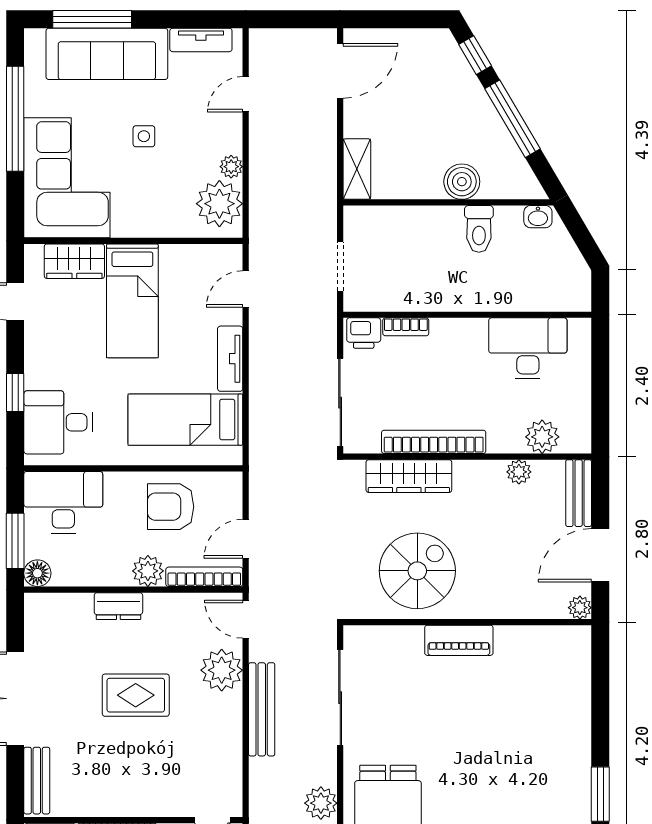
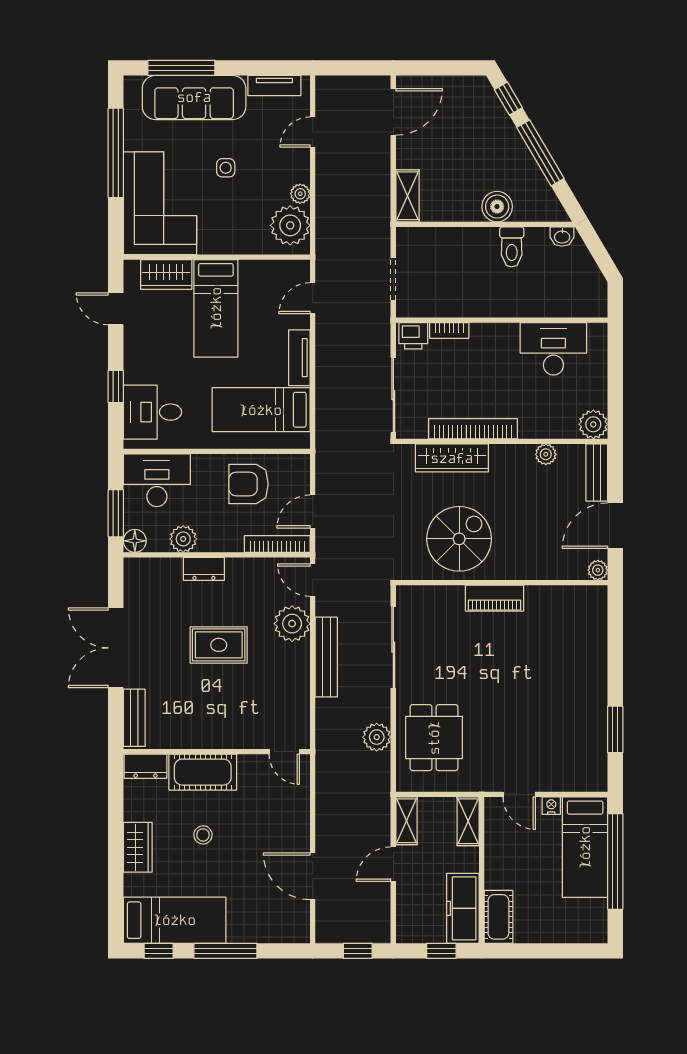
plant: (542, 437) -> (593, 424), moved
plant: (148, 571) -> (183, 539), moved

